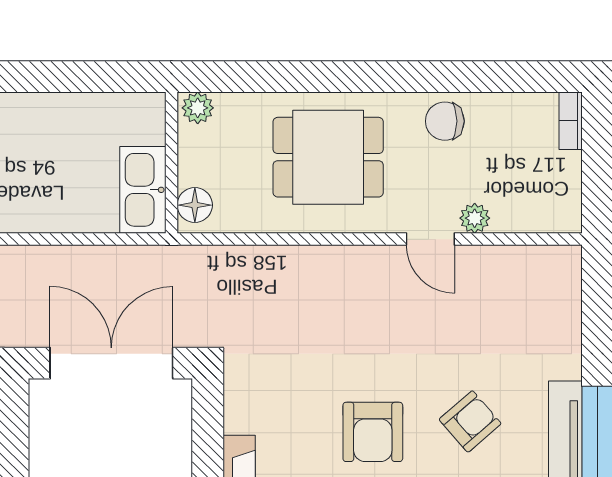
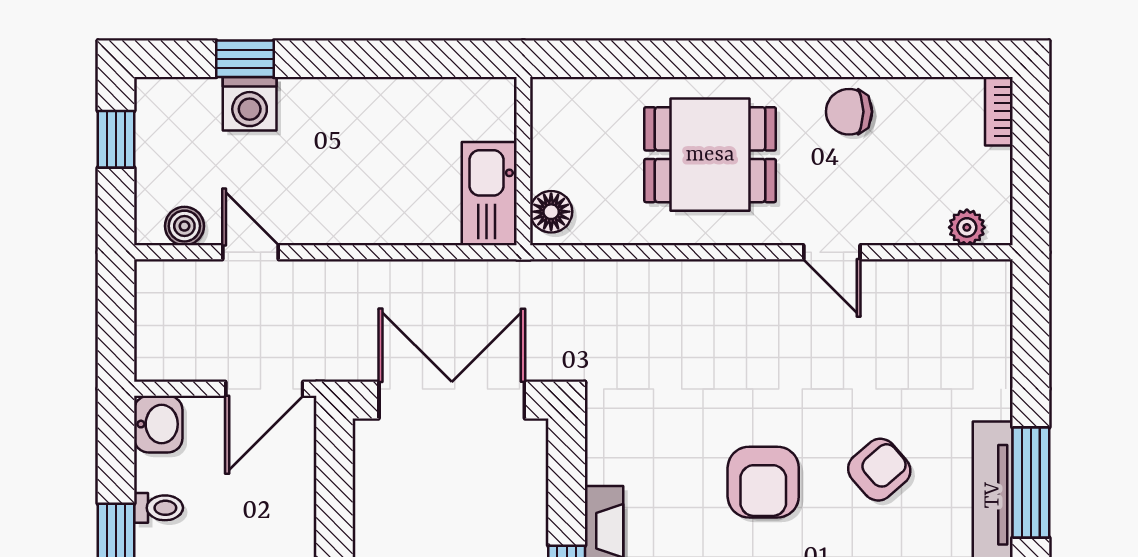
plant: (198, 108) -> (555, 96), removed
plant: (475, 218) -> (967, 227), moved

